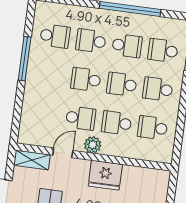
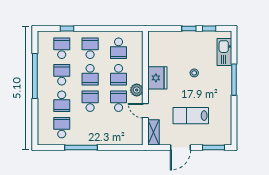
school desk: (163, 50) -> (62, 48), turned 180
school desk: (86, 79) -> (90, 101), turned 180
school desk: (158, 89) -> (90, 48), turned 180

